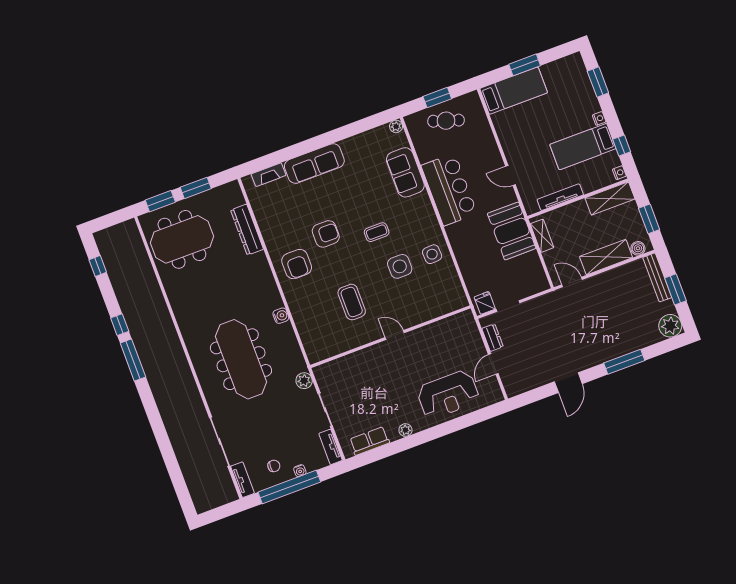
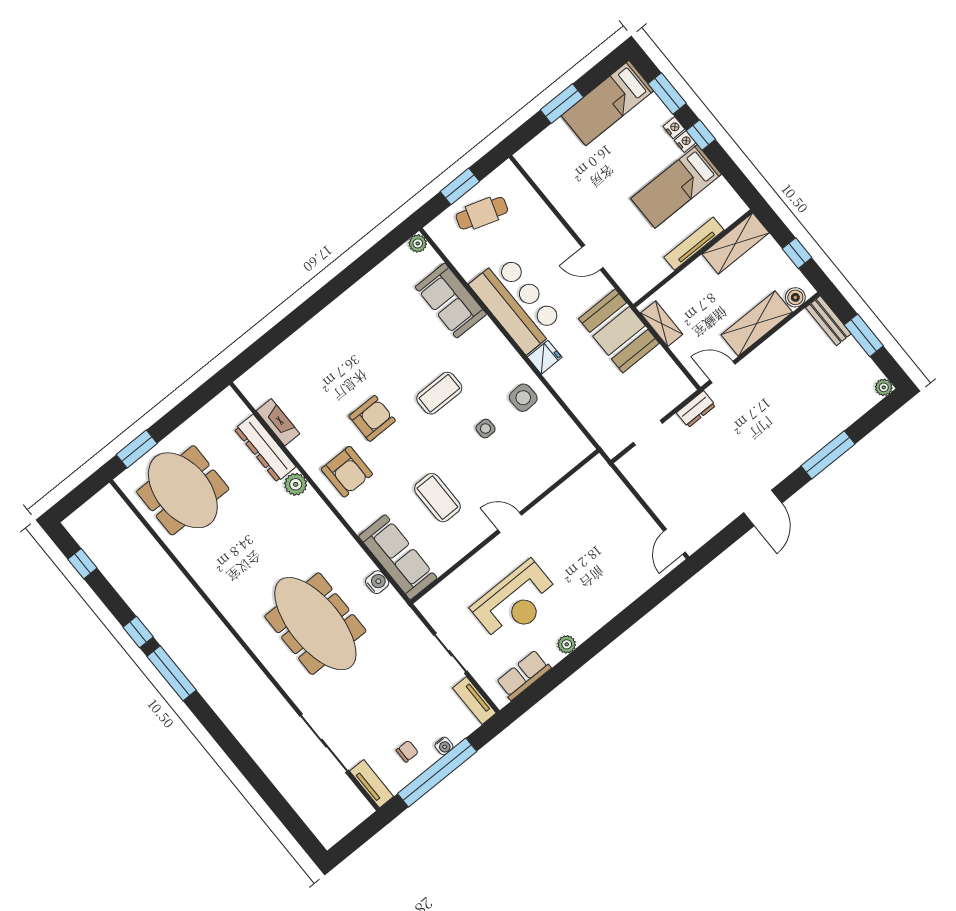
bed: (514, 91) -> (607, 103), moved, turned 180
window: (622, 146) -> (701, 135), moved
sofa: (314, 164) -> (398, 557), moved, turned -90
nightstand: (619, 173) -> (674, 128), moved
fireplace: (268, 175) -> (278, 422), moved, turned -90
window: (196, 188) -> (178, 415), removed
tv unit: (560, 197) -> (694, 244), moved
window: (649, 219) -> (797, 253), width x0.67
coffee table: (377, 232) -> (439, 393), width x1.36, depth x1.30
meeting table: (182, 239) -> (183, 490), turned 90
side table: (400, 266) -> (485, 429), width x0.54, depth x0.54
bench: (657, 277) -> (828, 321), width x0.73
fridge: (485, 303) -> (545, 357), moved, turned 90
water cooler: (281, 316) -> (377, 582), moved
plant: (670, 326) -> (884, 387), width x0.53, depth x0.53
dresser: (493, 338) -> (696, 409), moved, turned 90
door: (493, 364) -> (675, 542), moved
plant: (304, 381) -> (296, 484), moved
reception desk: (448, 395) -> (516, 602), moved

